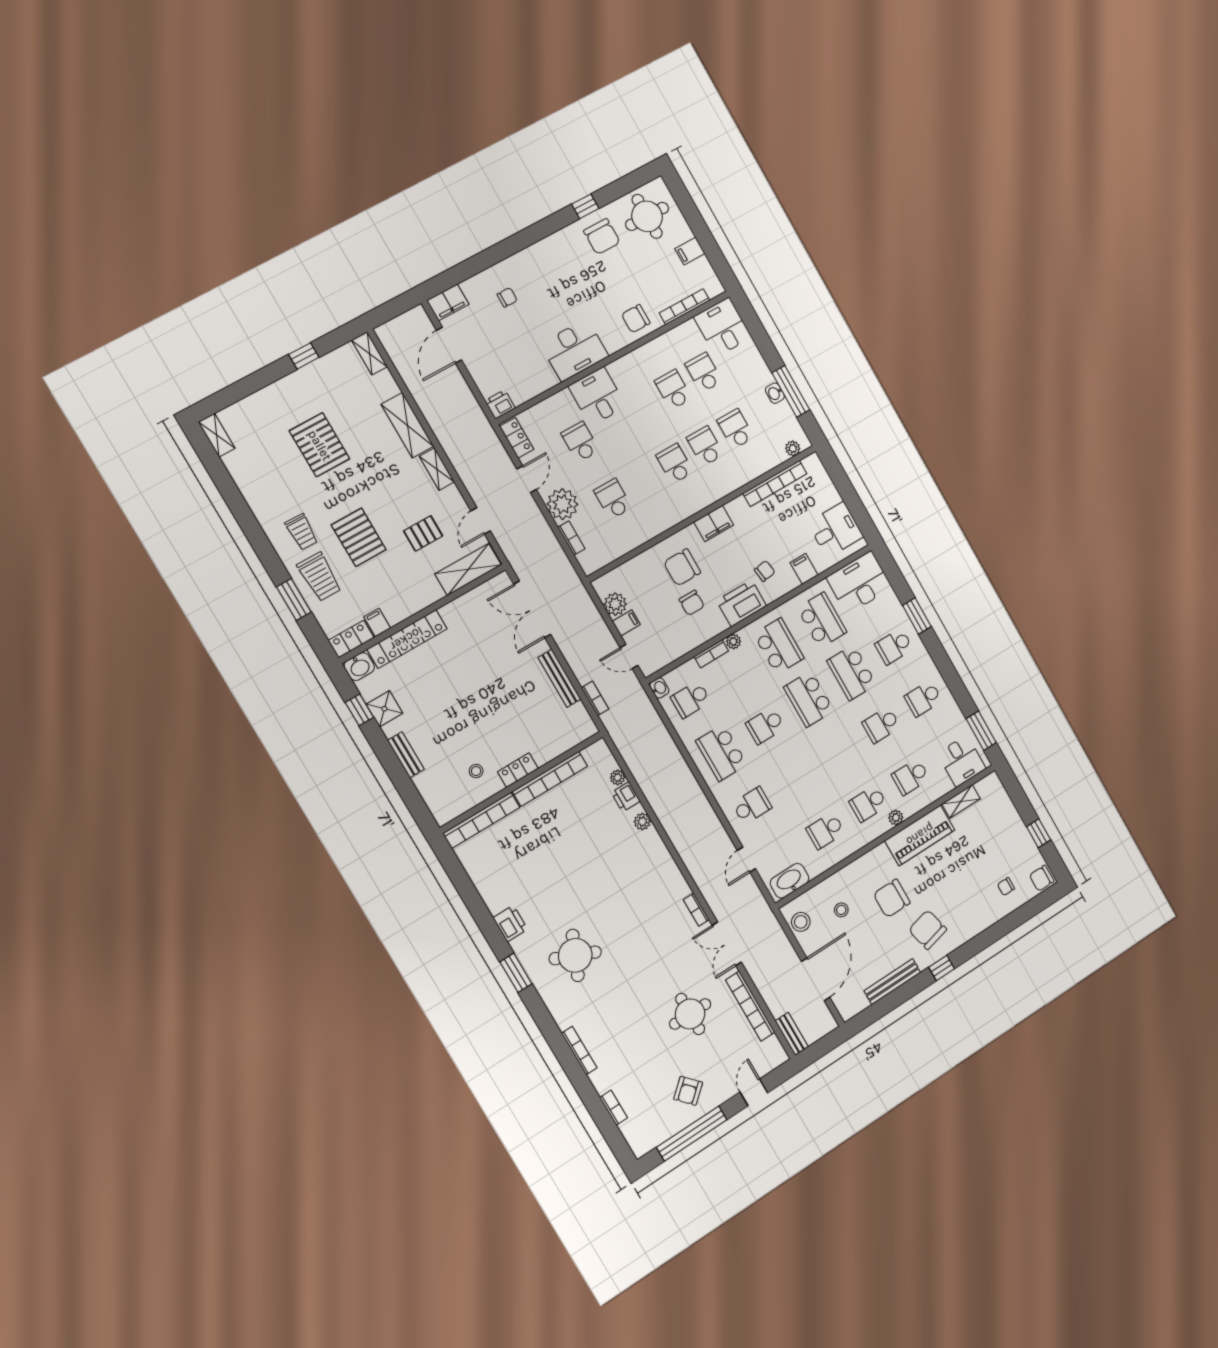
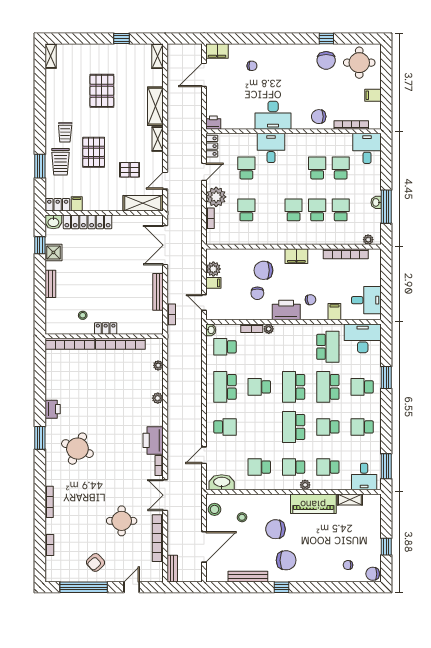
school desk: (779, 646) -> (294, 427), moved, turned 180
printer: (626, 797) -> (153, 440), moved, width x1.87, depth x1.48
chair: (928, 930) -> (286, 560), turned 104

